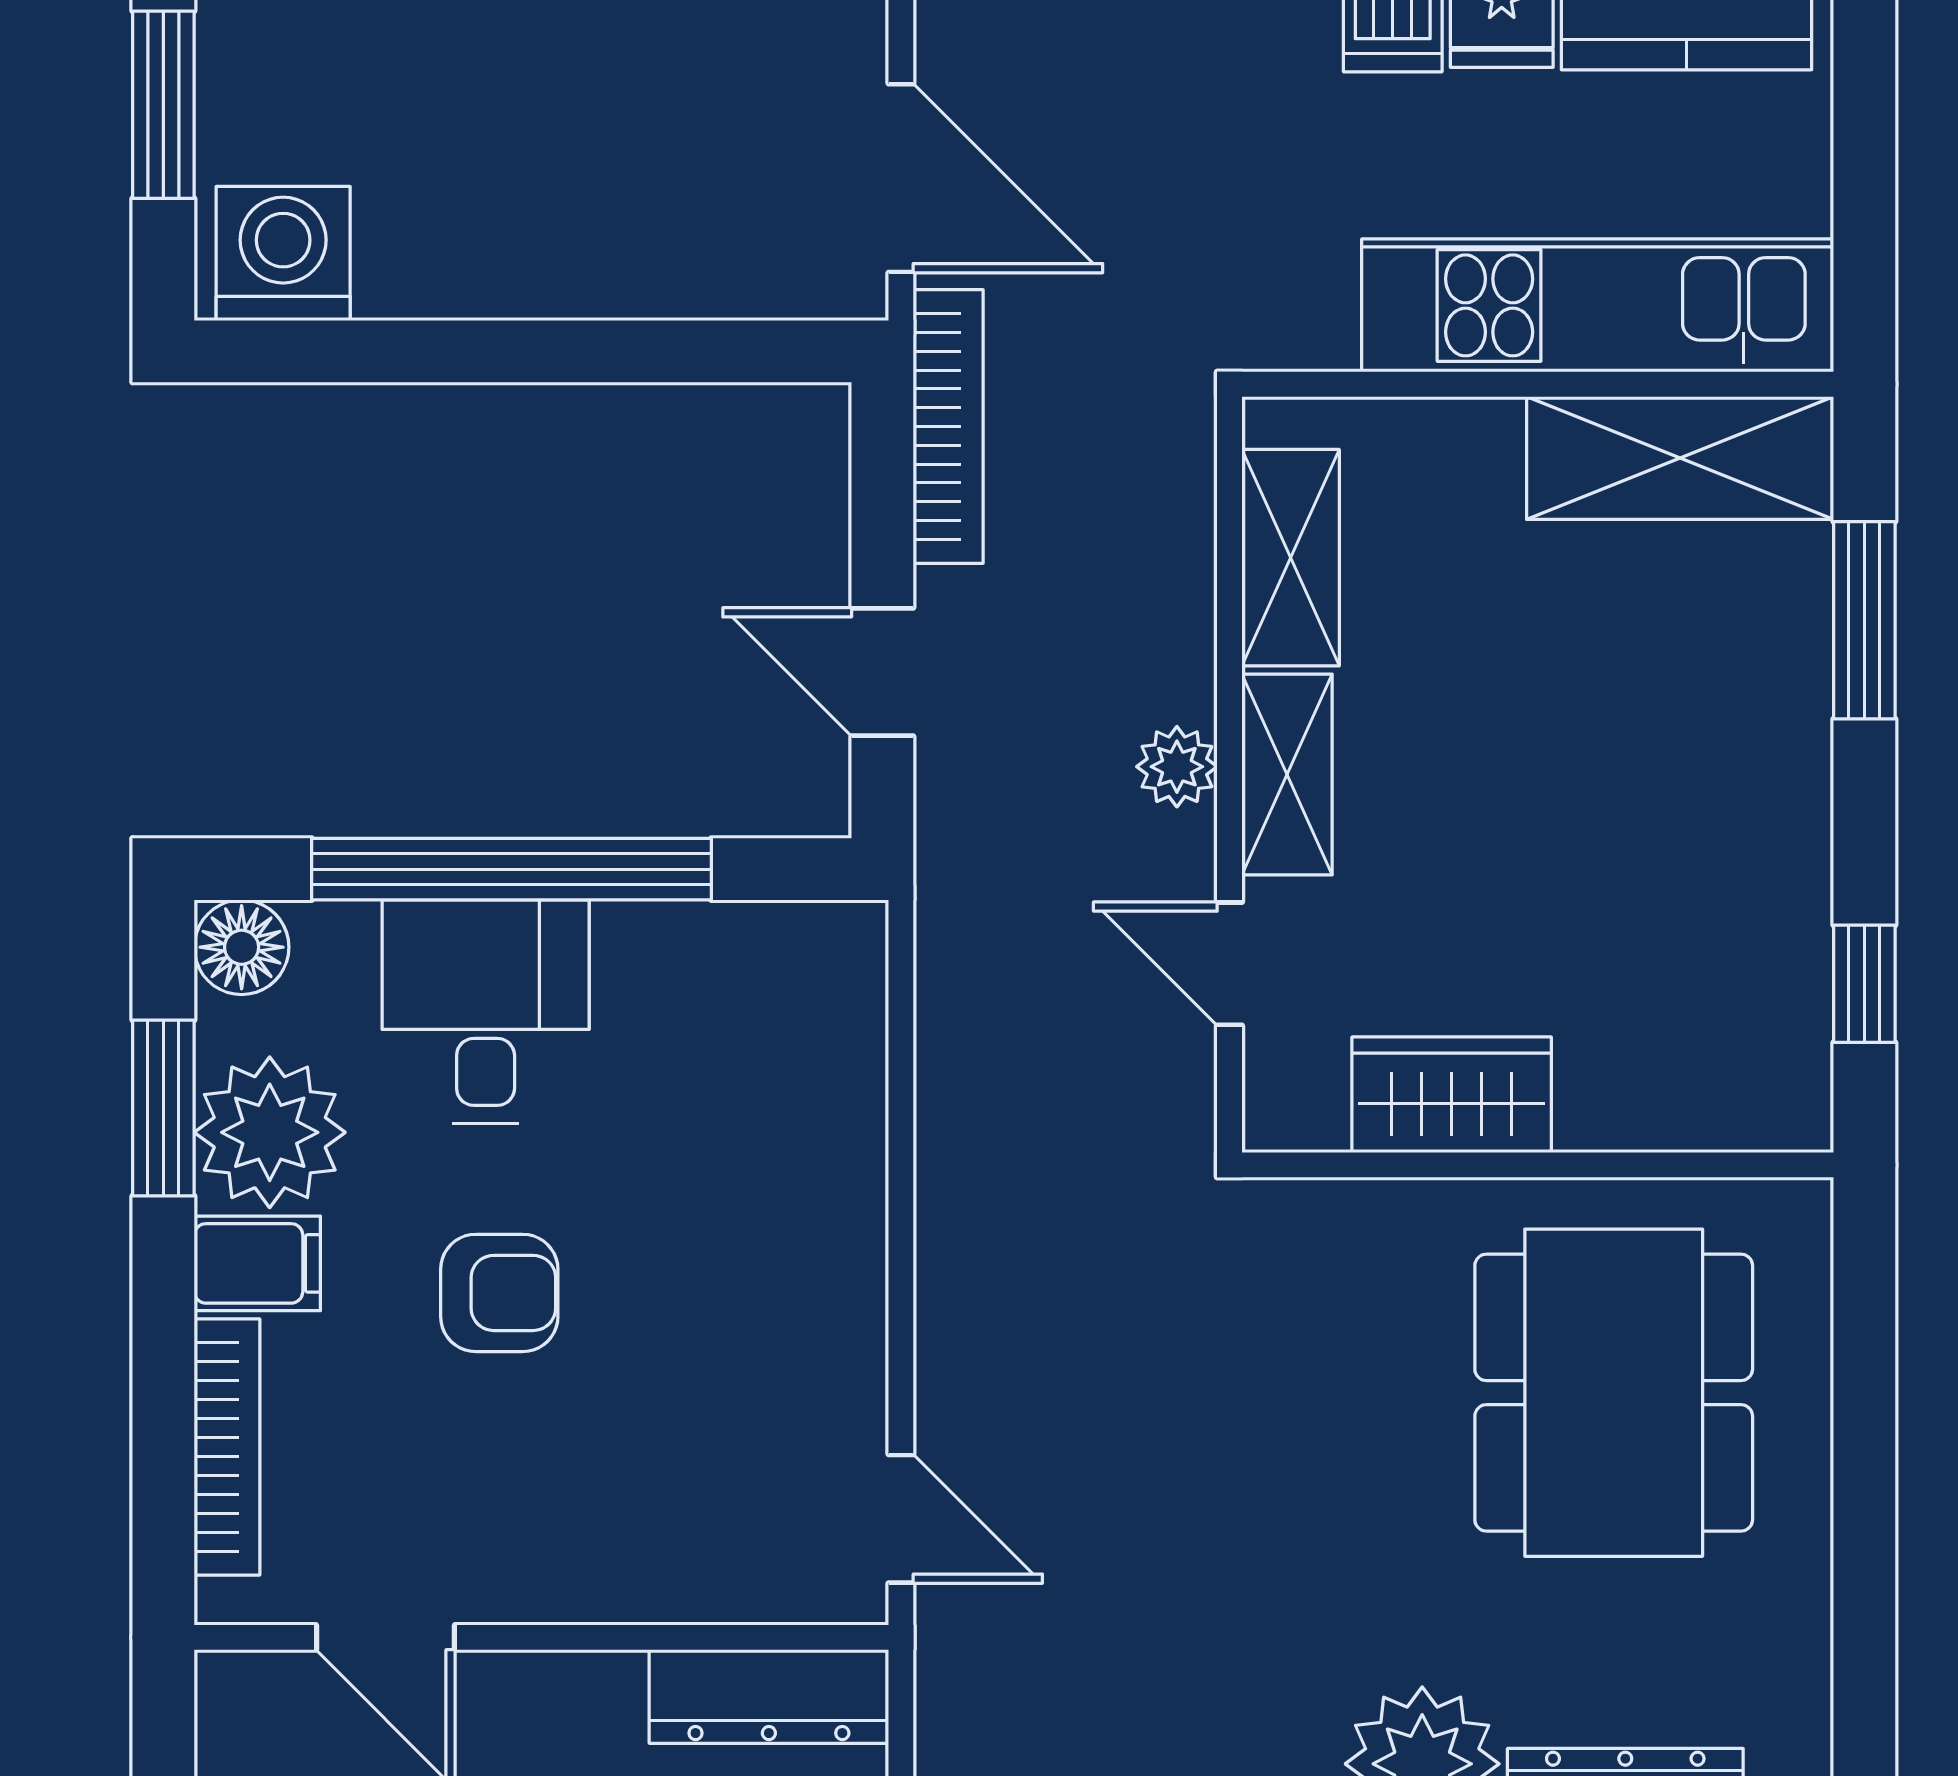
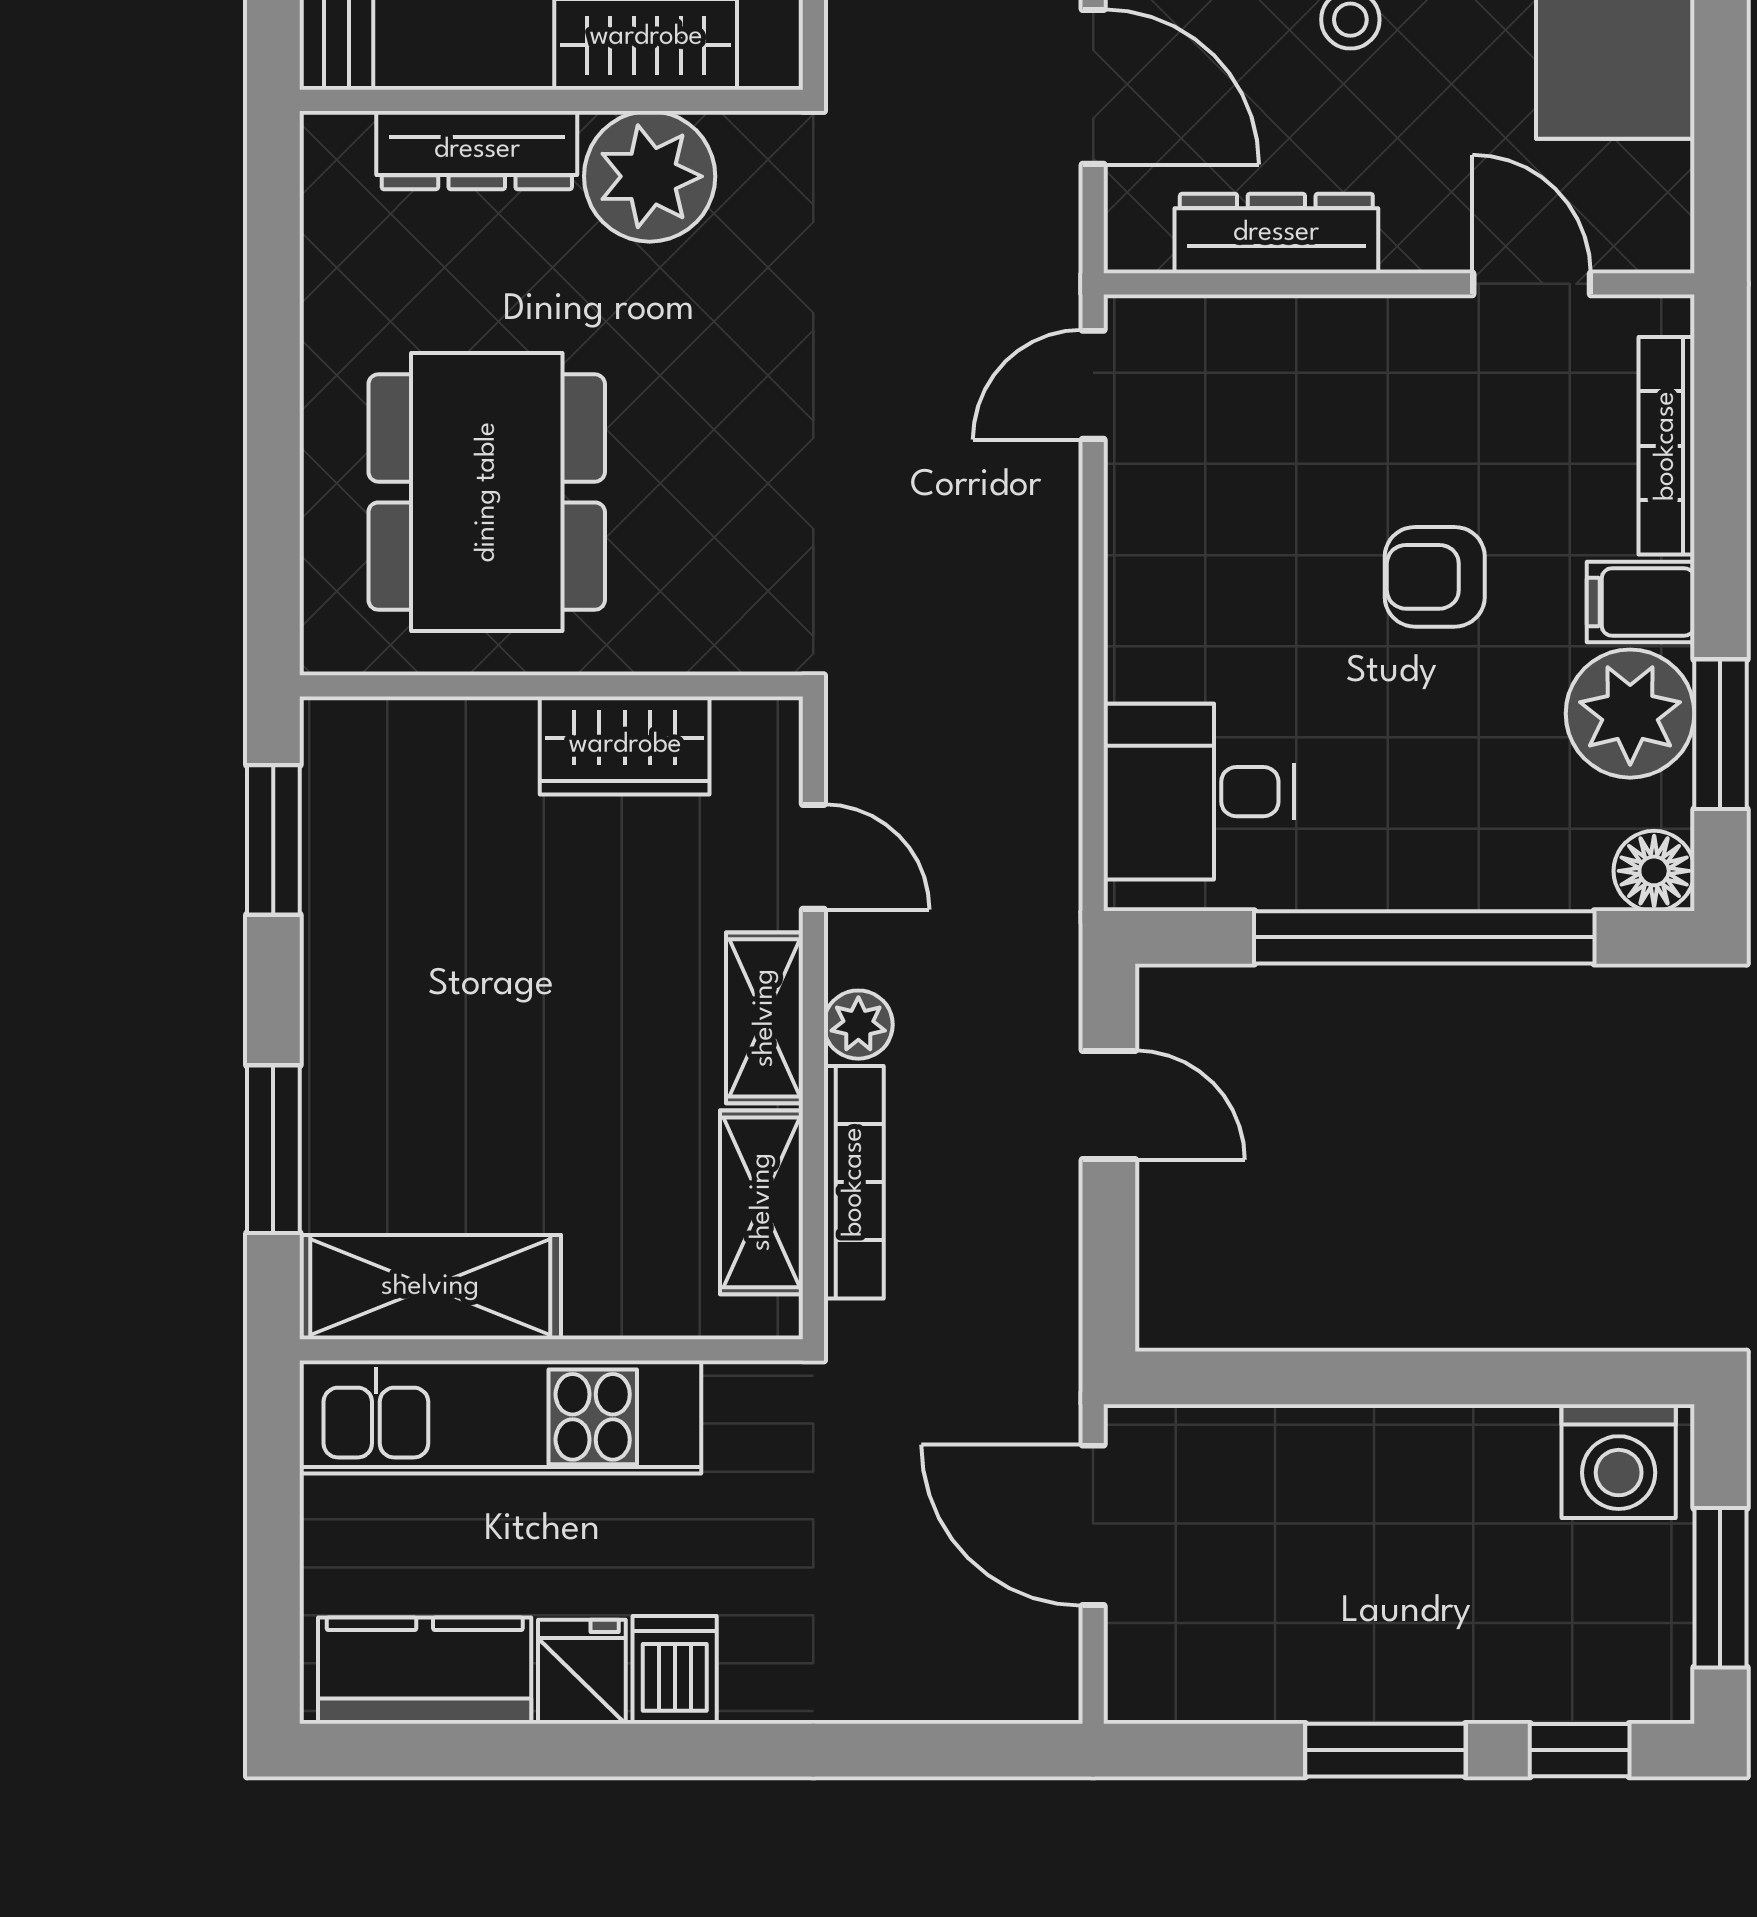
bookcase: (948, 427) -> (854, 1182), moved, turned 180
window: (1864, 984) -> (273, 840), width x1.50
desk: (486, 1012) -> (1199, 792), moved, turned 90
door: (901, 1519) -> (1093, 385), hinge flipped
dresser: (769, 1697) -> (1276, 233), moved

